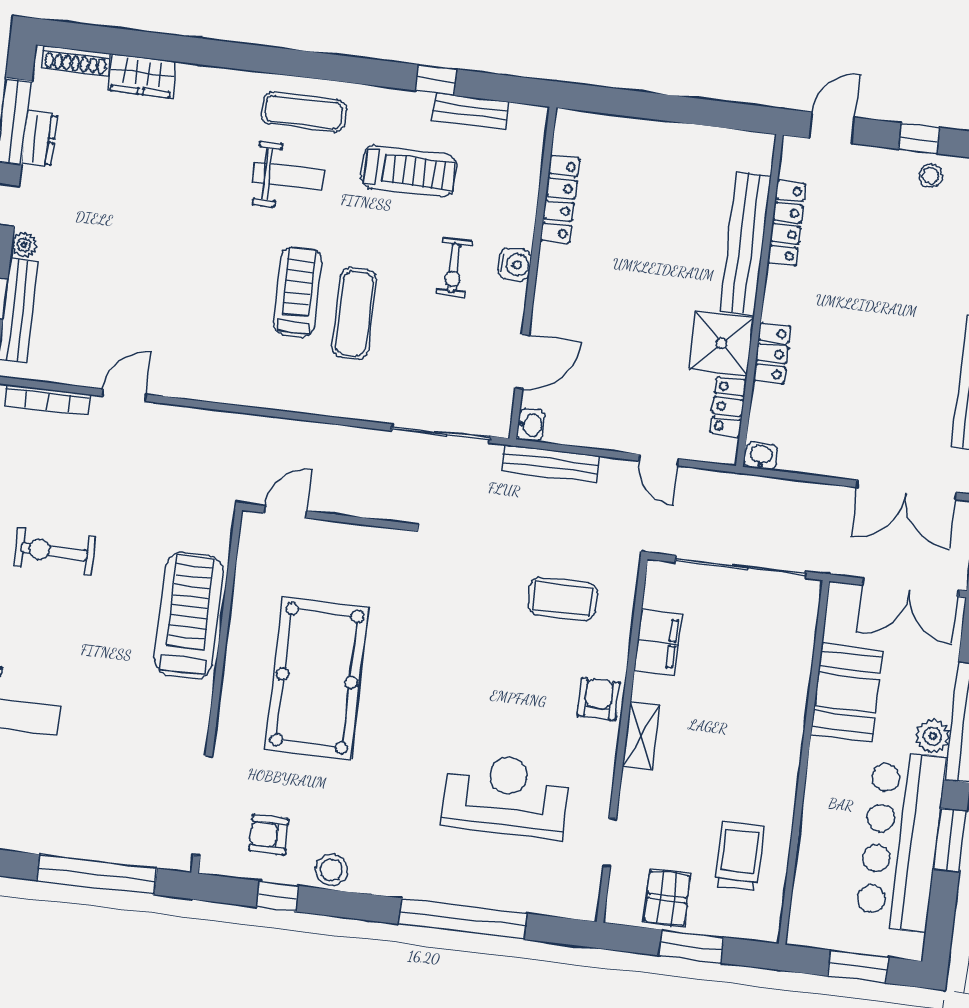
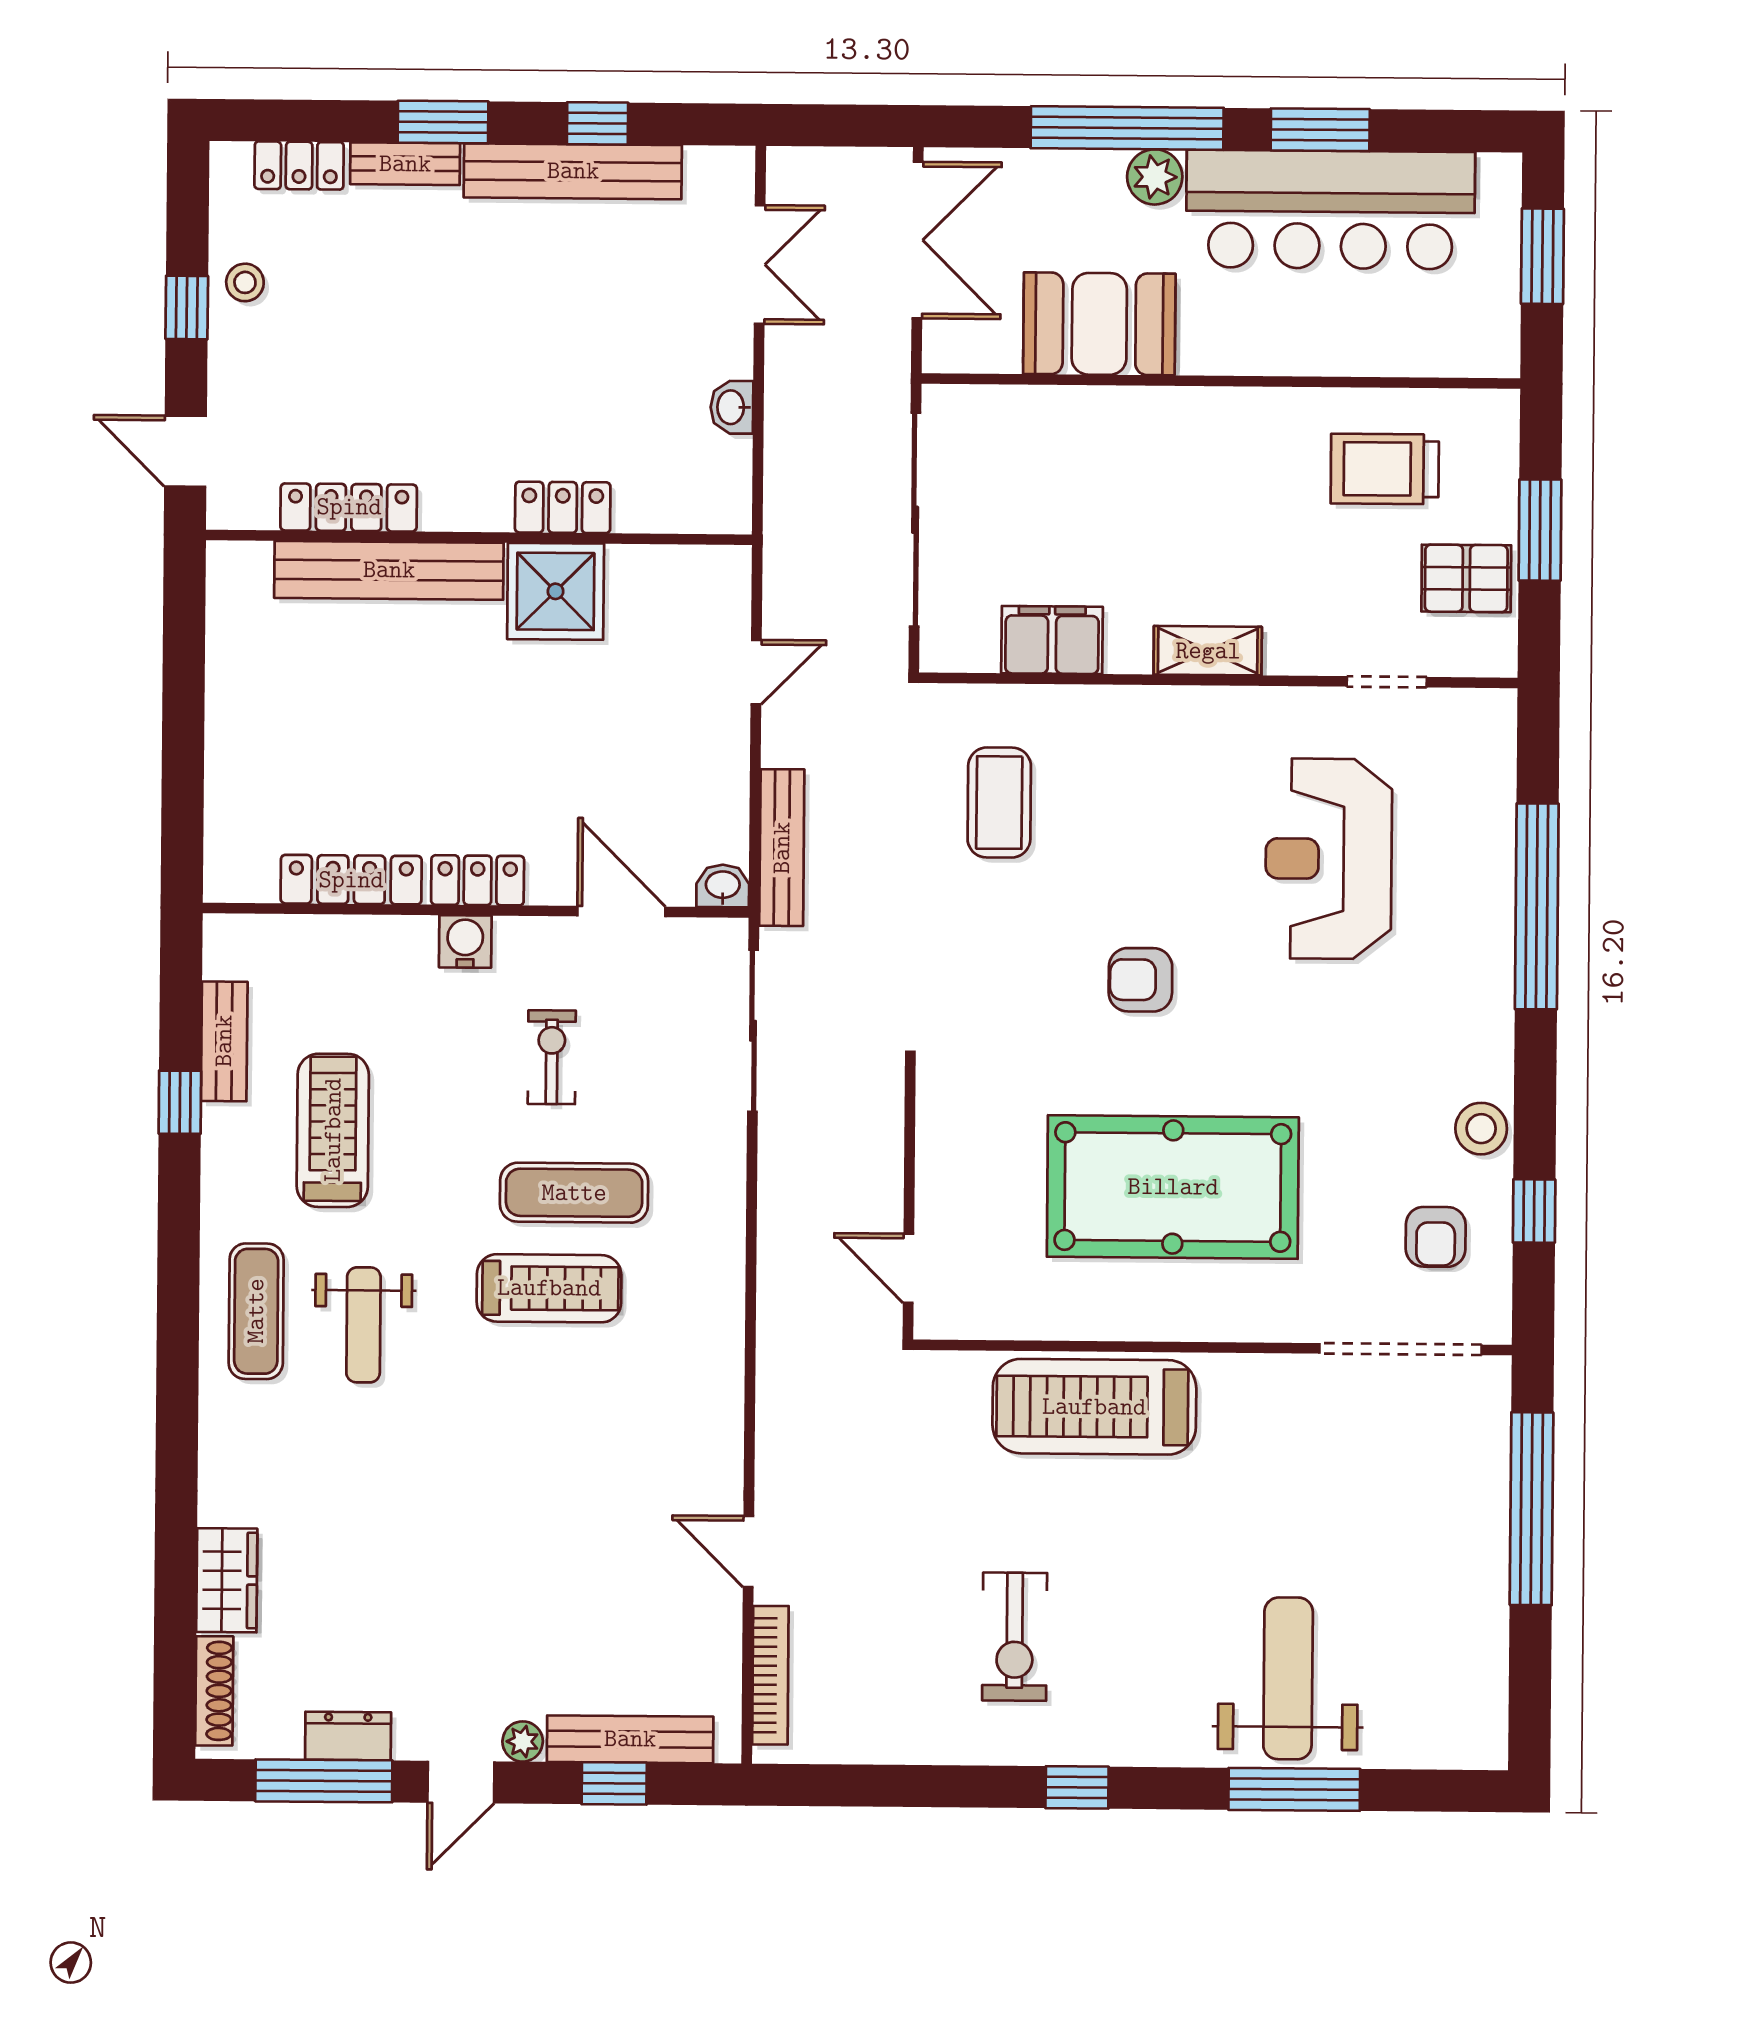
weight bench: (288, 176) -> (363, 1325), turned 180
exercise bike: (454, 268) -> (552, 1057), moved, turned -90
treadmill: (298, 292) -> (549, 1288), turned 180
locker: (728, 407) -> (478, 880), moved, turned 180
washbasin: (761, 456) -> (732, 407), moved
double door: (906, 490) -> (760, 265), width x0.73
armchair: (599, 699) -> (1140, 980), moved

